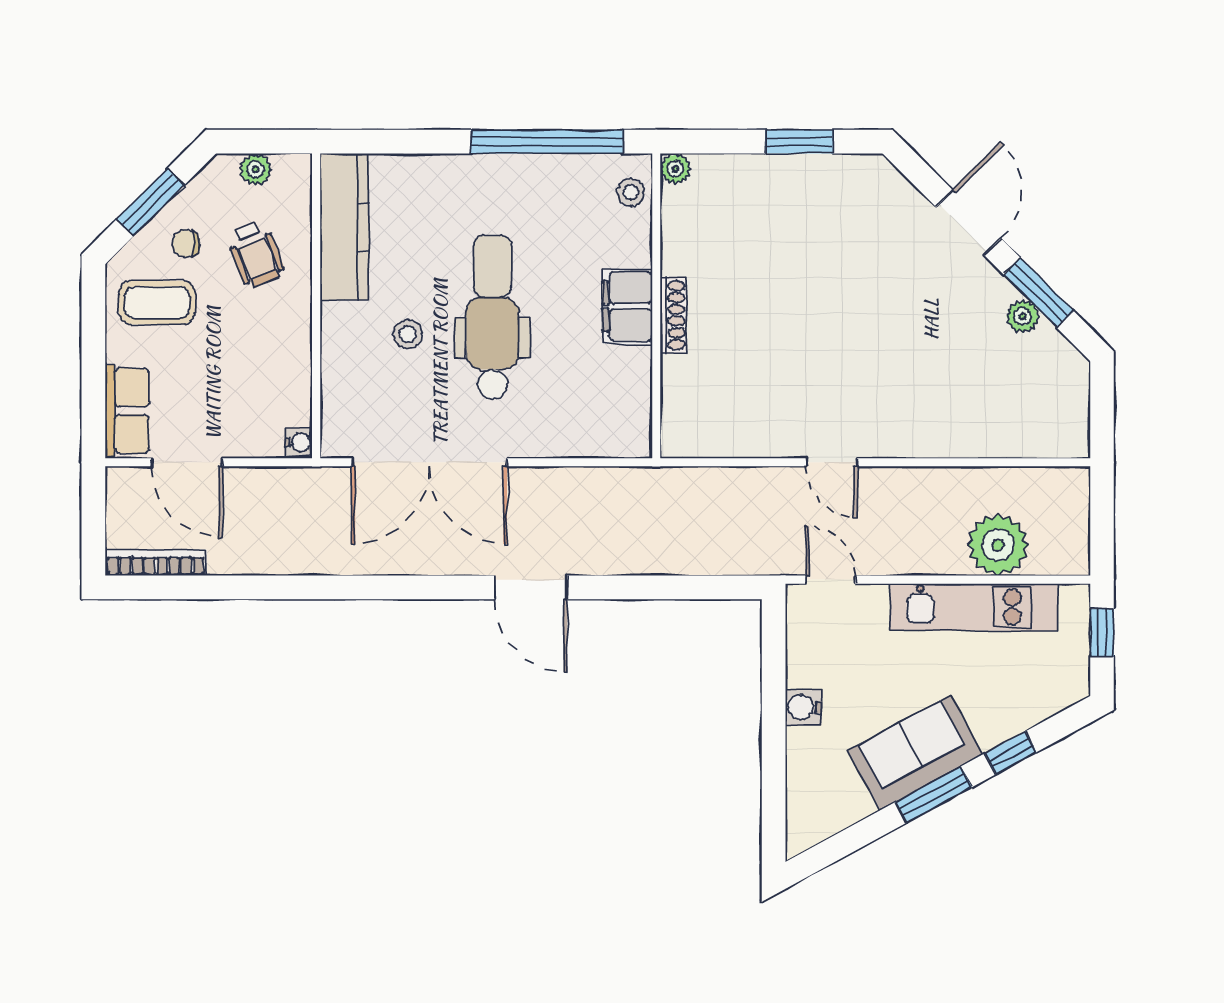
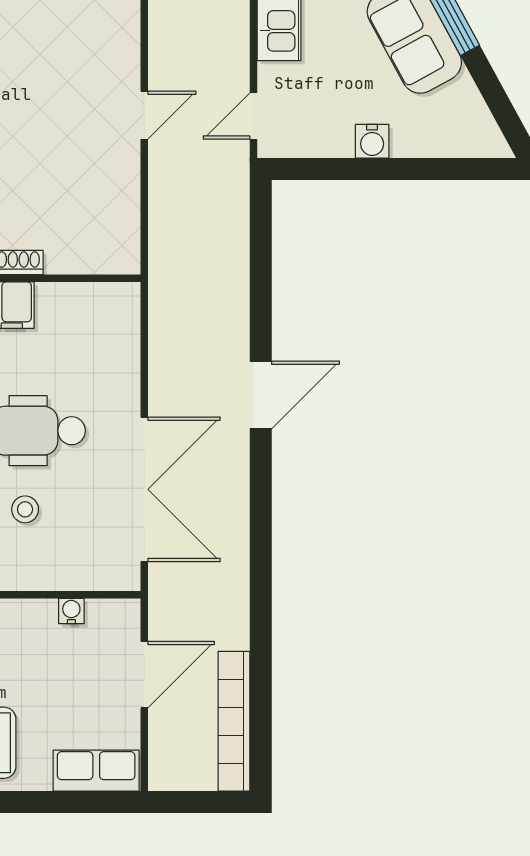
water cooler: (299, 442) -> (71, 611), moved
door: (187, 462) -> (144, 675), moved
bookcase: (156, 563) -> (234, 721), width x1.48, depth x1.31

